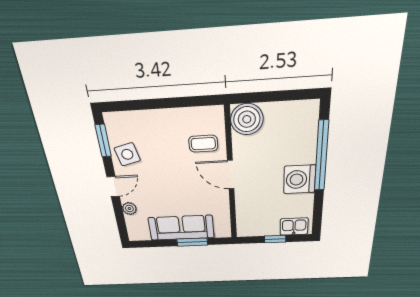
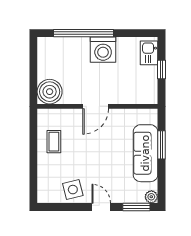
window: (103, 141) -> (136, 207), moved
coffee table: (203, 144) -> (54, 142), moved
plant: (129, 209) -> (151, 197), moved

